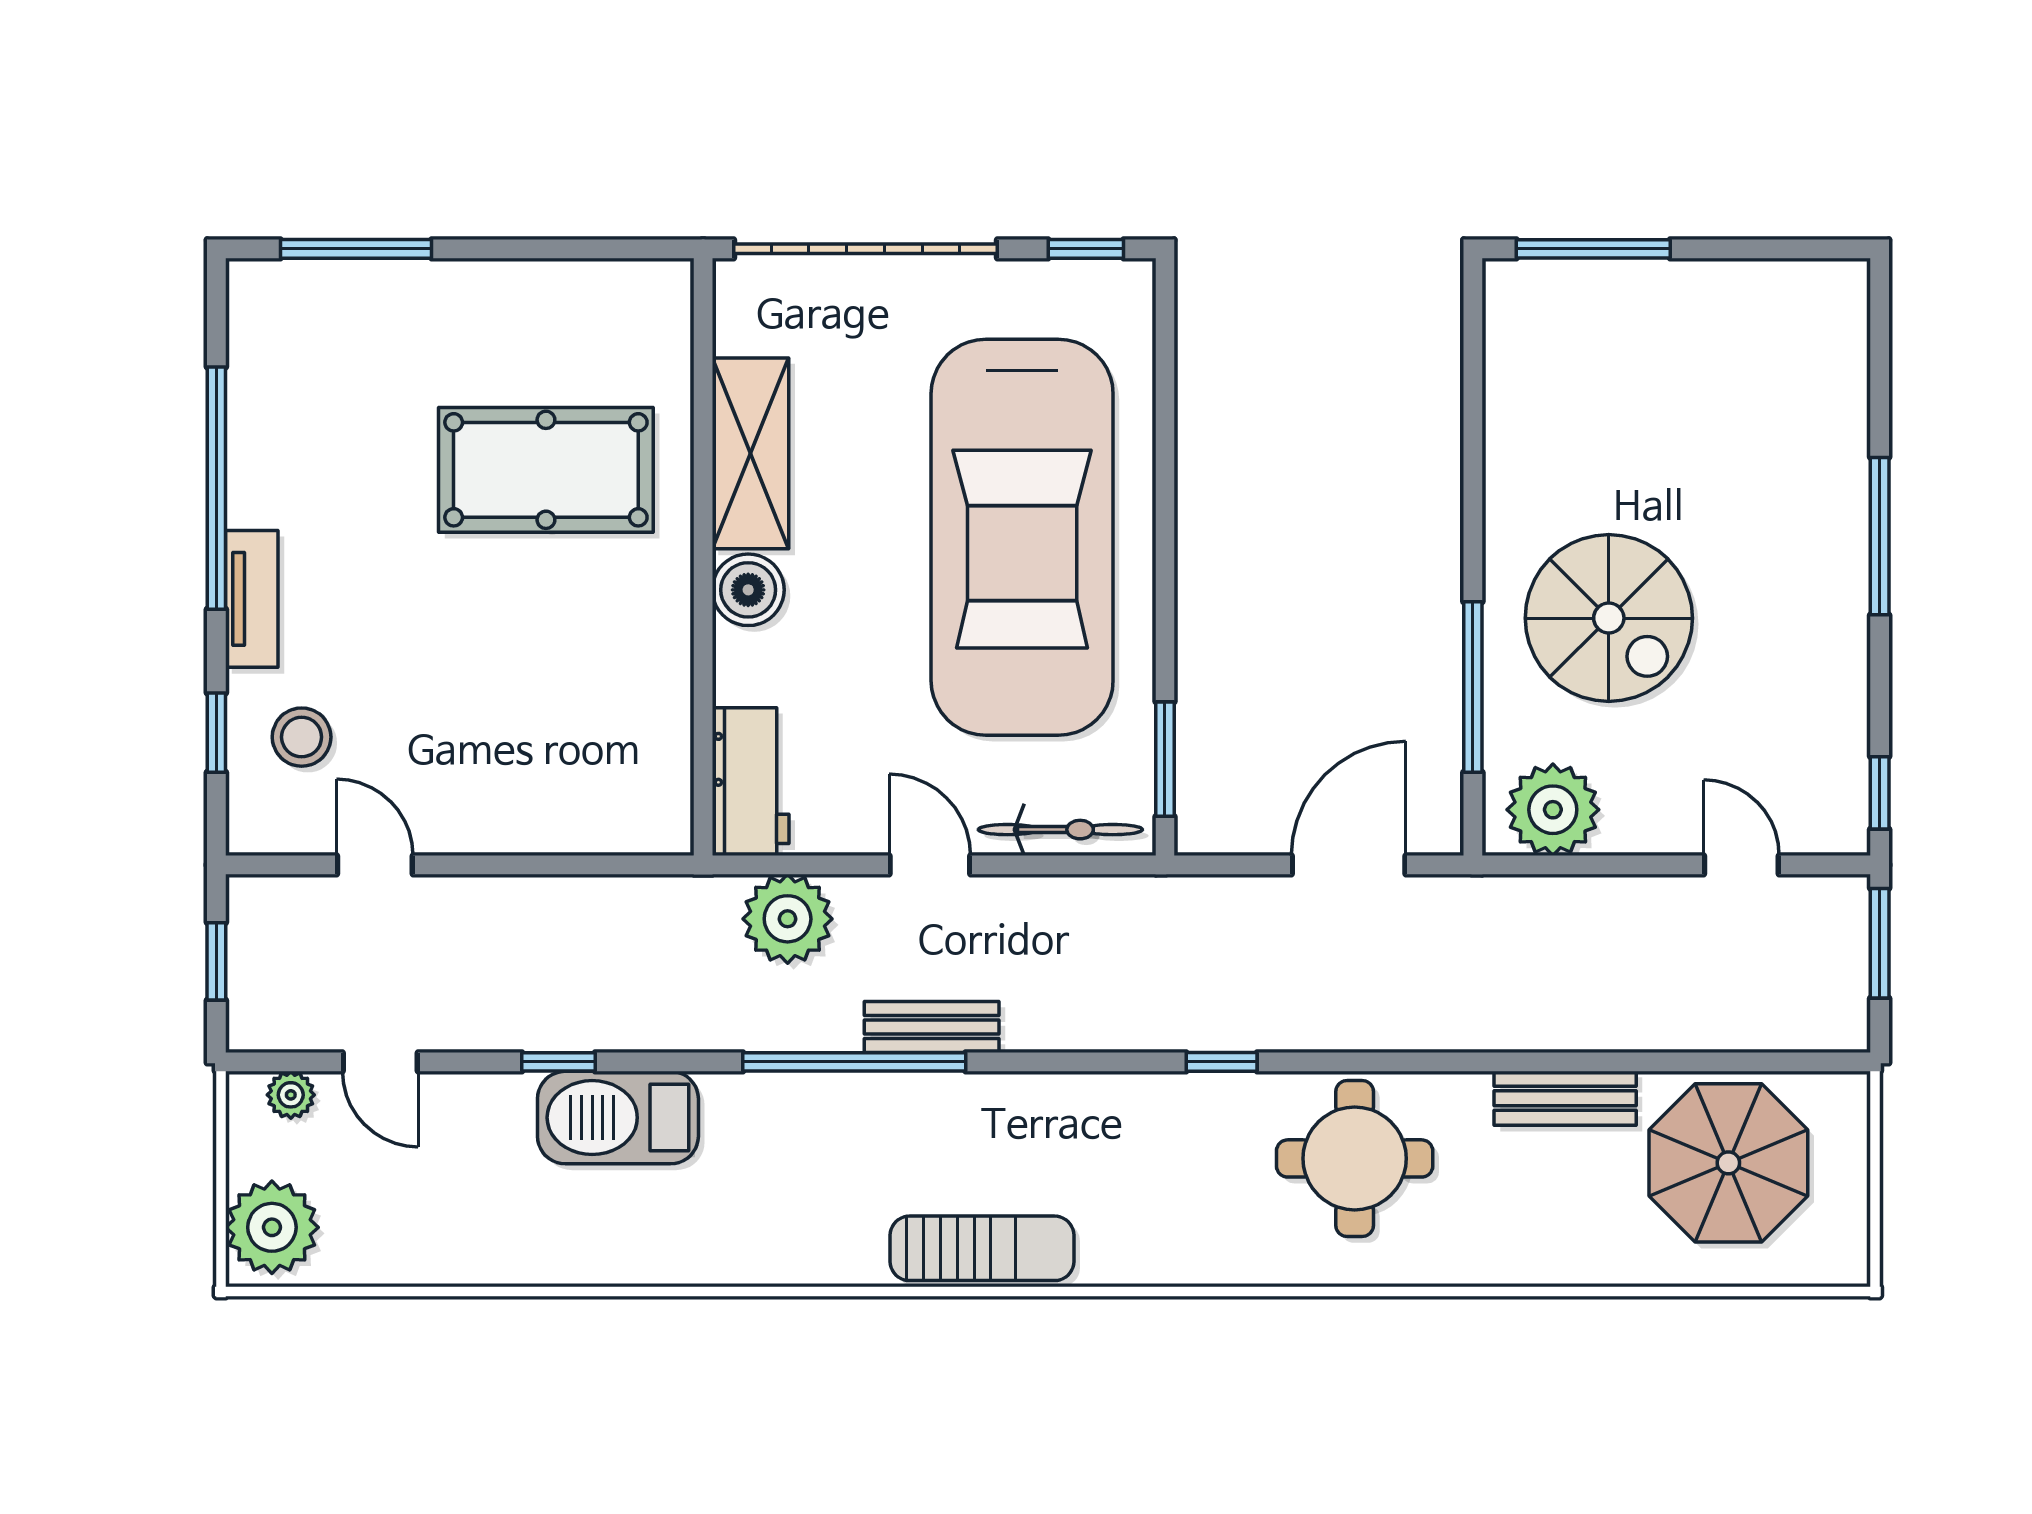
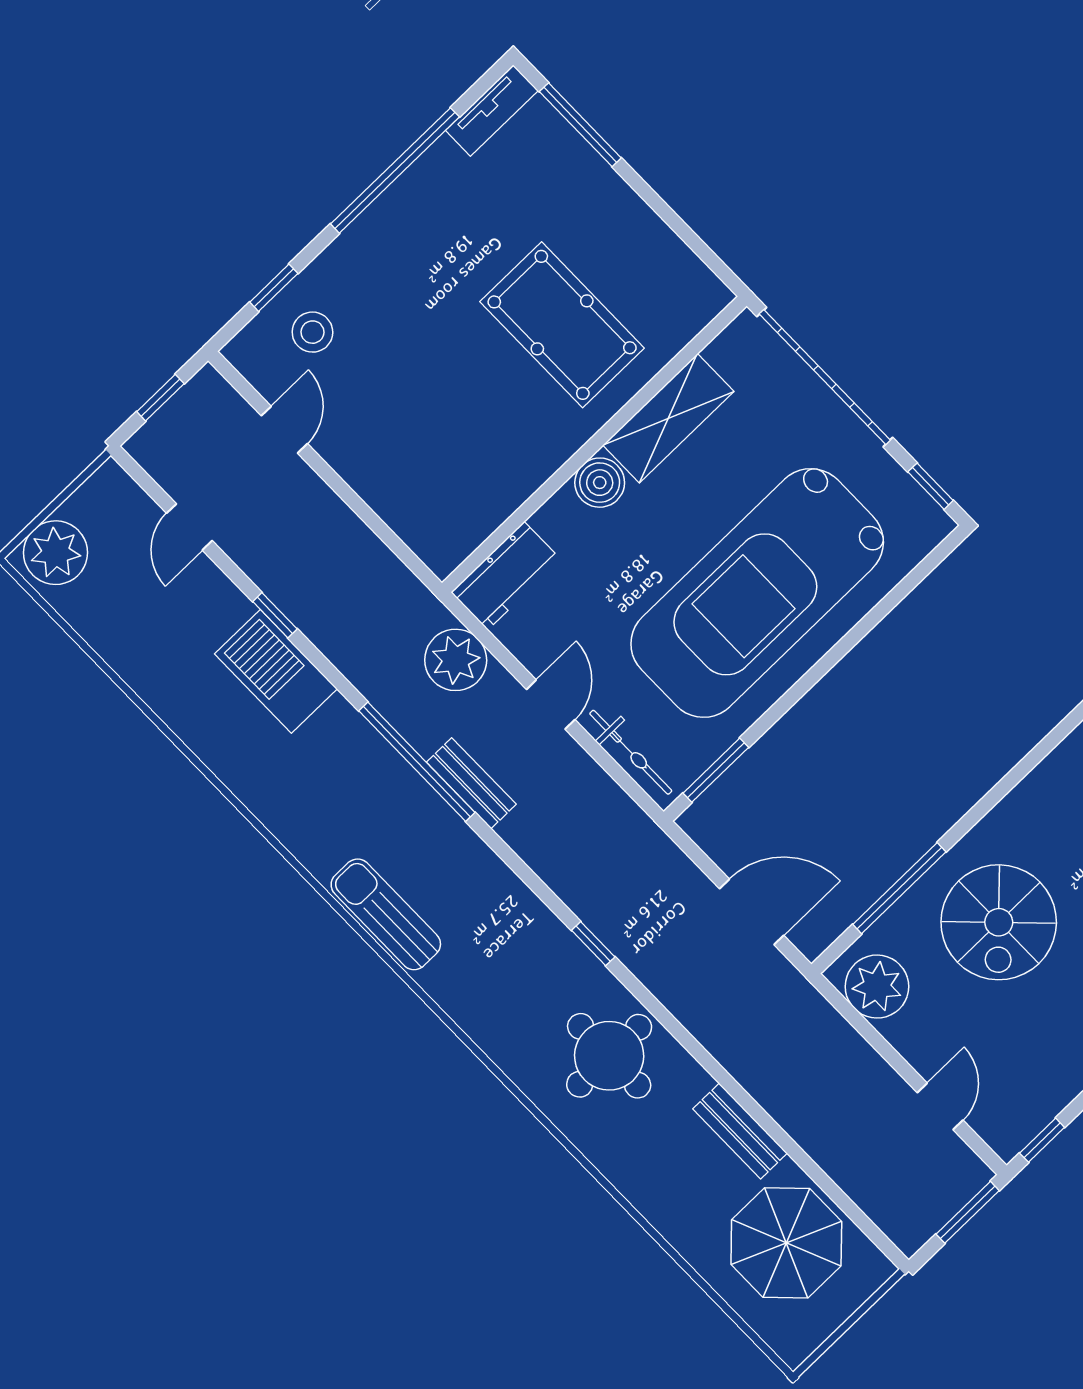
tv unit: (252, 599) -> (492, 110), moved
plant: (291, 1095) -> (130, 498), removed
sun lounger: (982, 1248) -> (386, 914), turned 180

